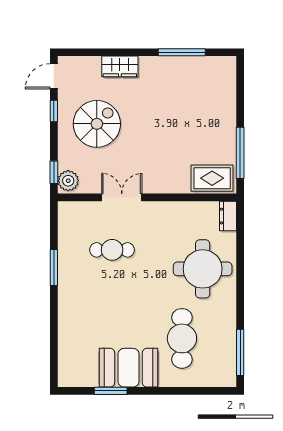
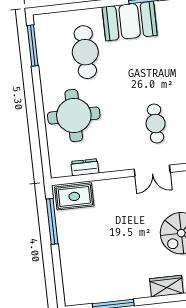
dresser: (228, 216) -> (85, 167), moved, turned -90
cafe table: (112, 250) -> (156, 123), turned 90

